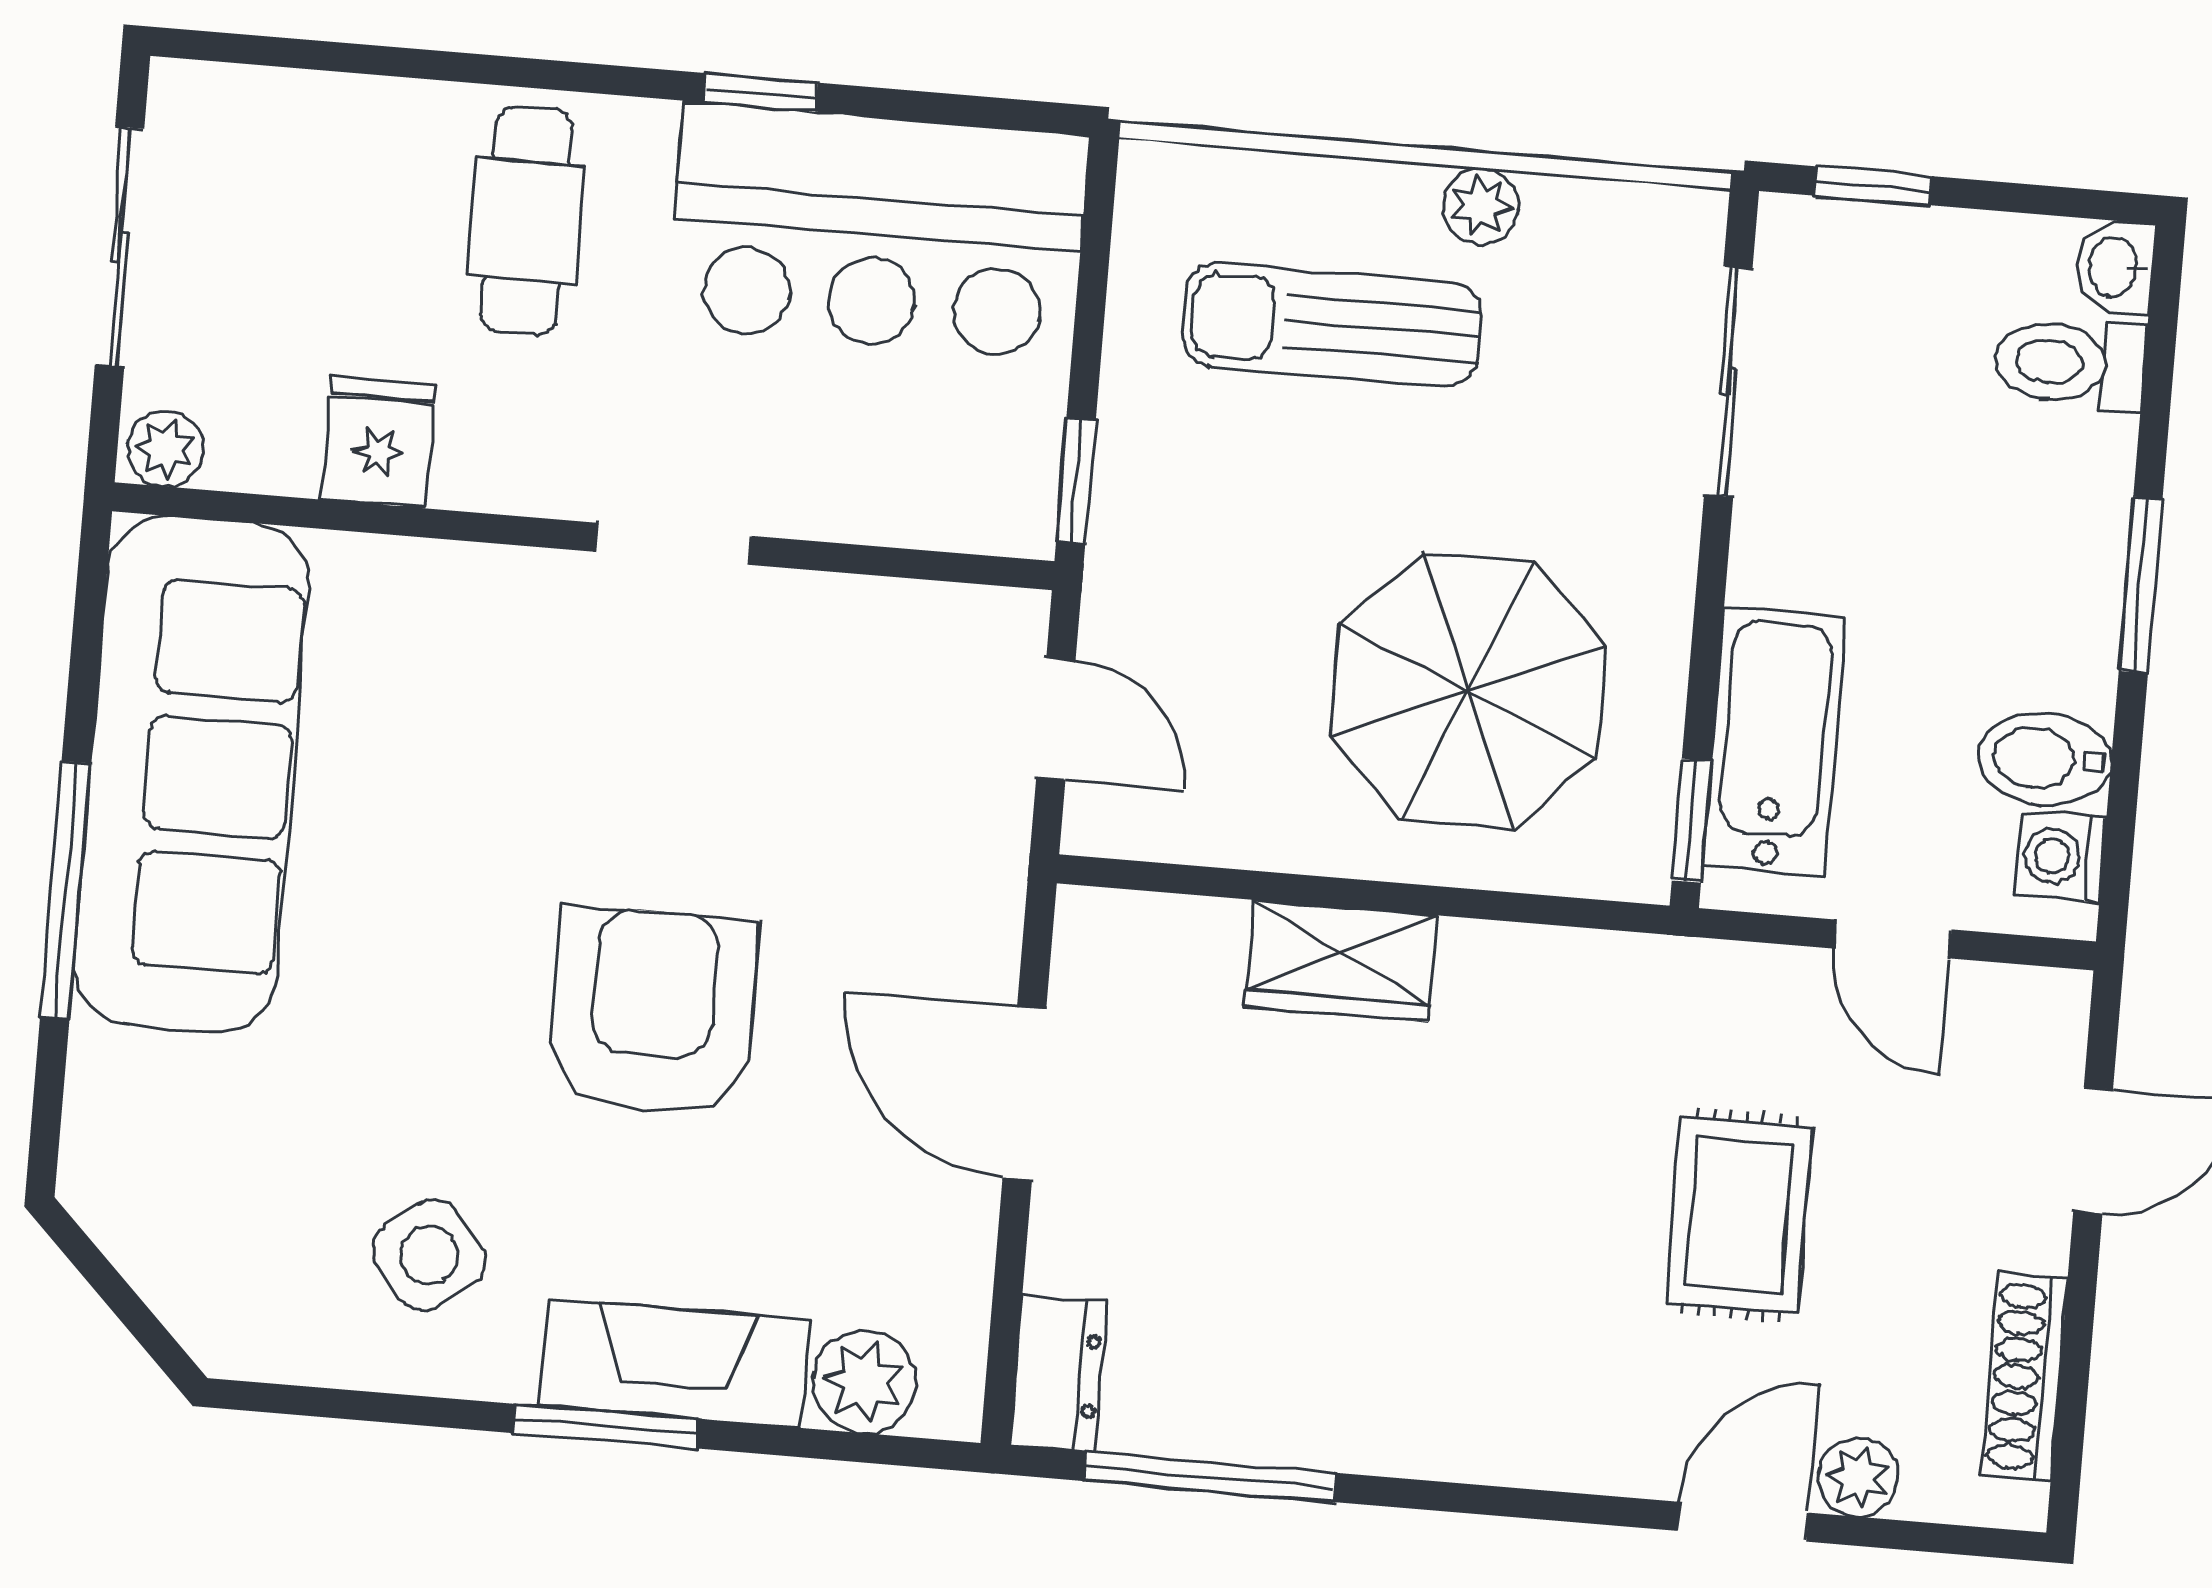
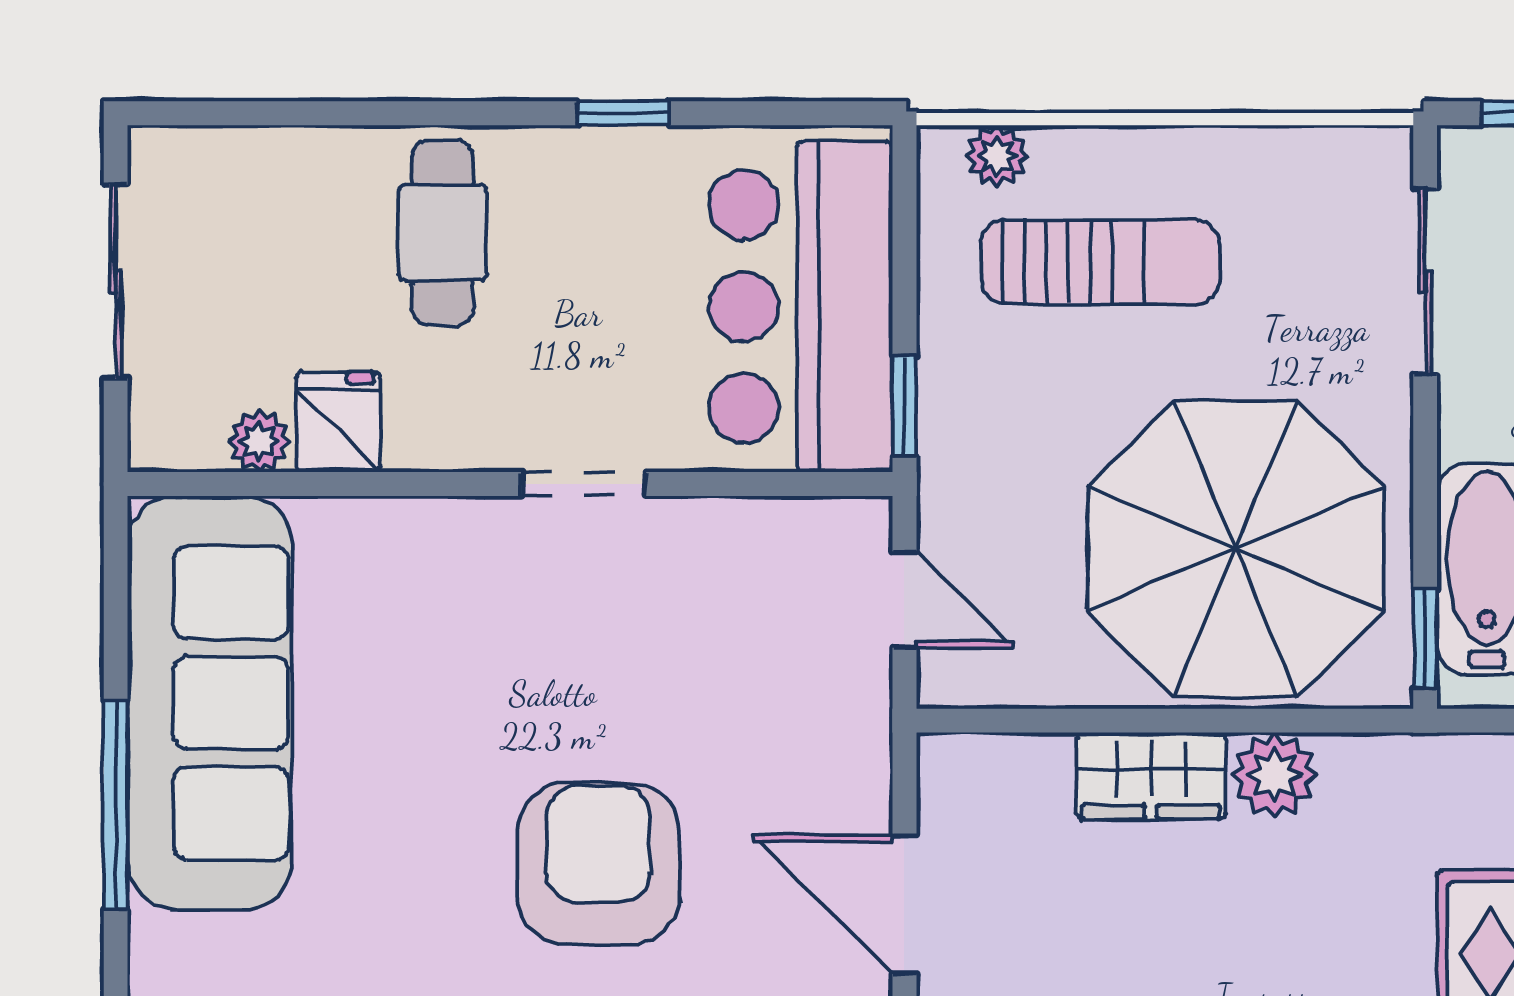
plant: (1481, 206) -> (997, 156), moved
bar counter: (877, 231) -> (801, 307), moved, turned 90
sun lounger: (1332, 325) -> (1101, 262), turned 180
plant: (166, 449) -> (259, 441), moved
parasol: (1468, 691) -> (1236, 549), width x1.36, depth x1.36
plant: (1492, 973) -> (1275, 775), added

